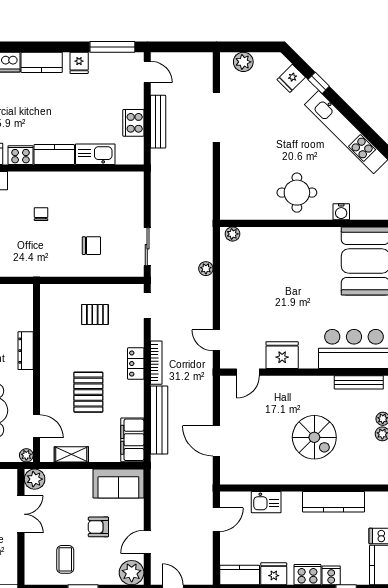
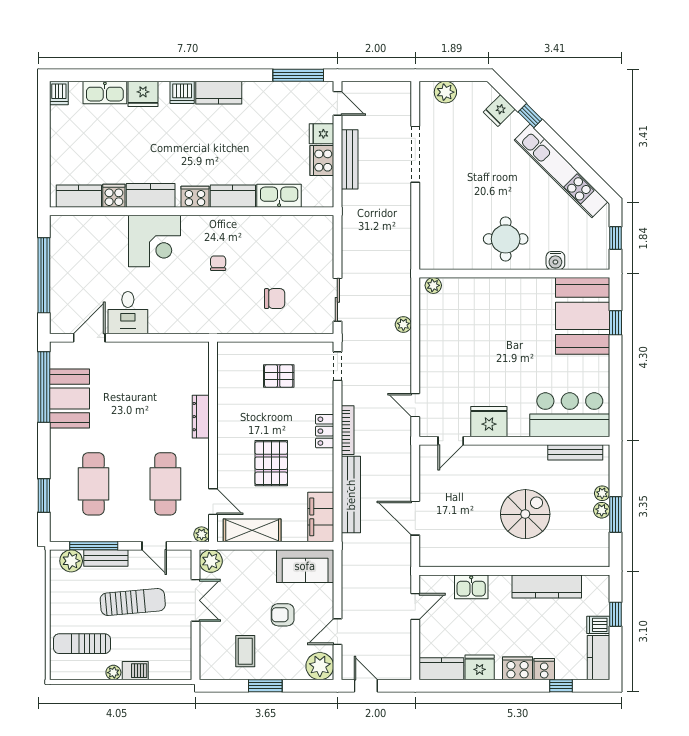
fridge: (79, 63) -> (321, 134), moved, turned 90
spiral stairs: (314, 437) -> (525, 514), turned -90
shelving: (71, 454) -> (252, 530), width x1.50, depth x1.33

